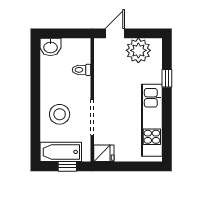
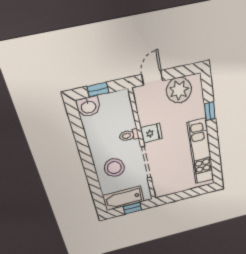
window: (63, 33) -> (98, 90), added
toilet: (82, 70) -> (129, 135), moved
fridge: (104, 153) -> (151, 133), moved

